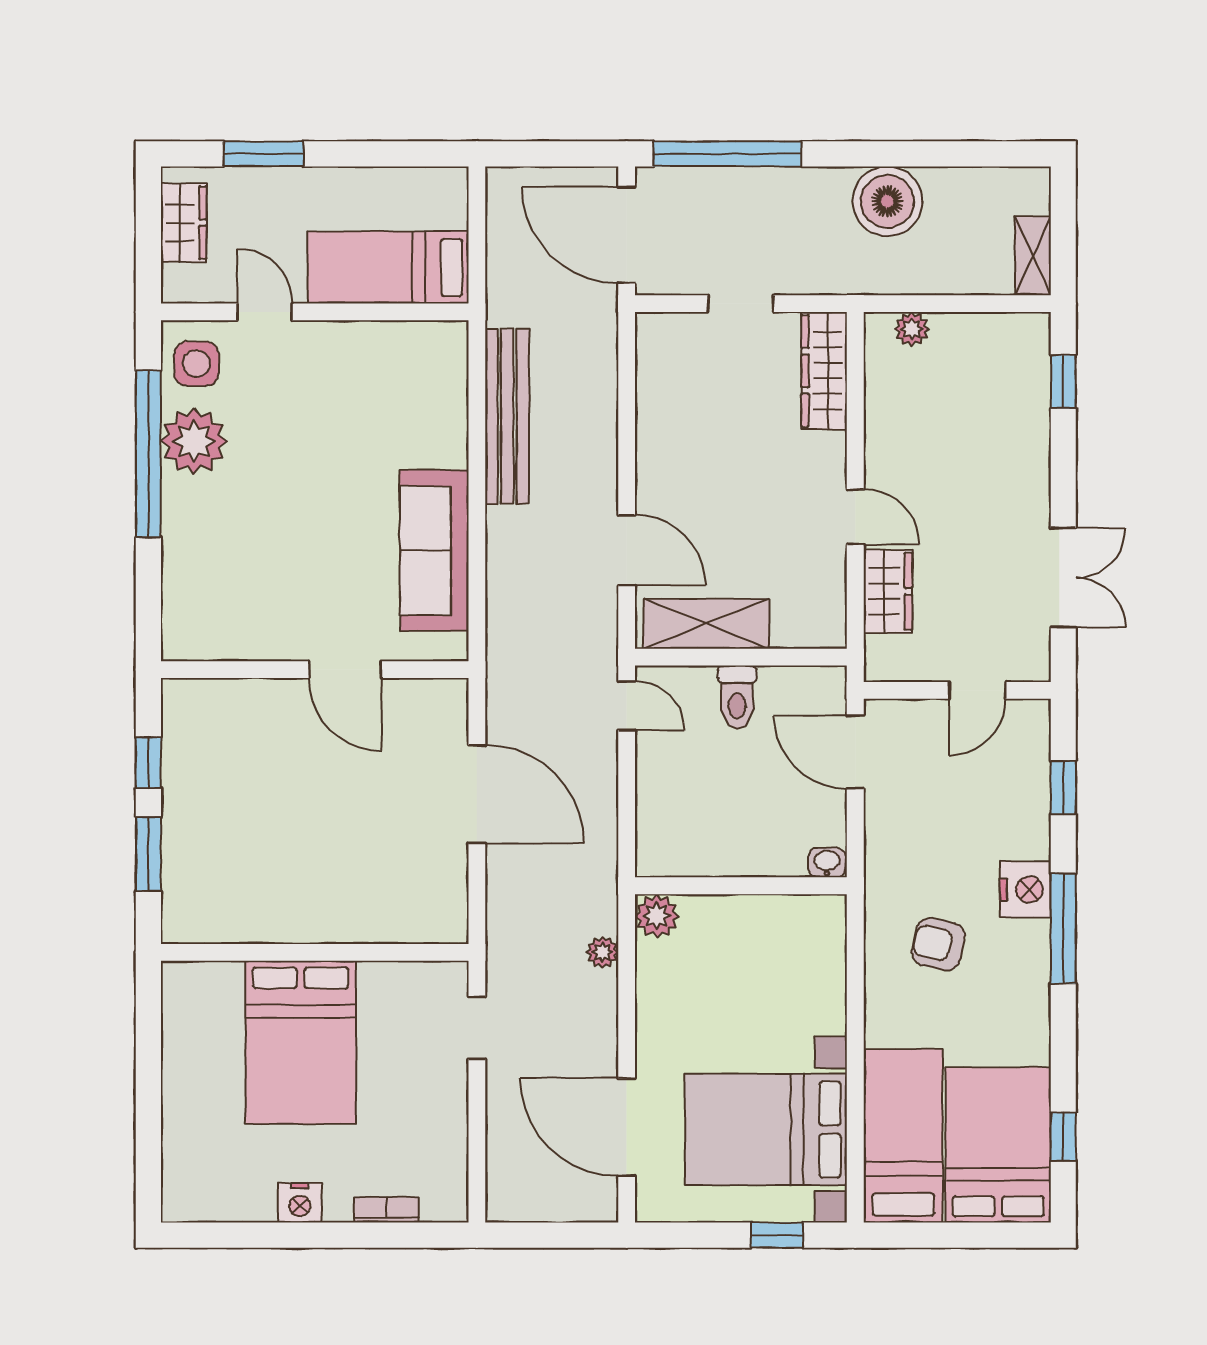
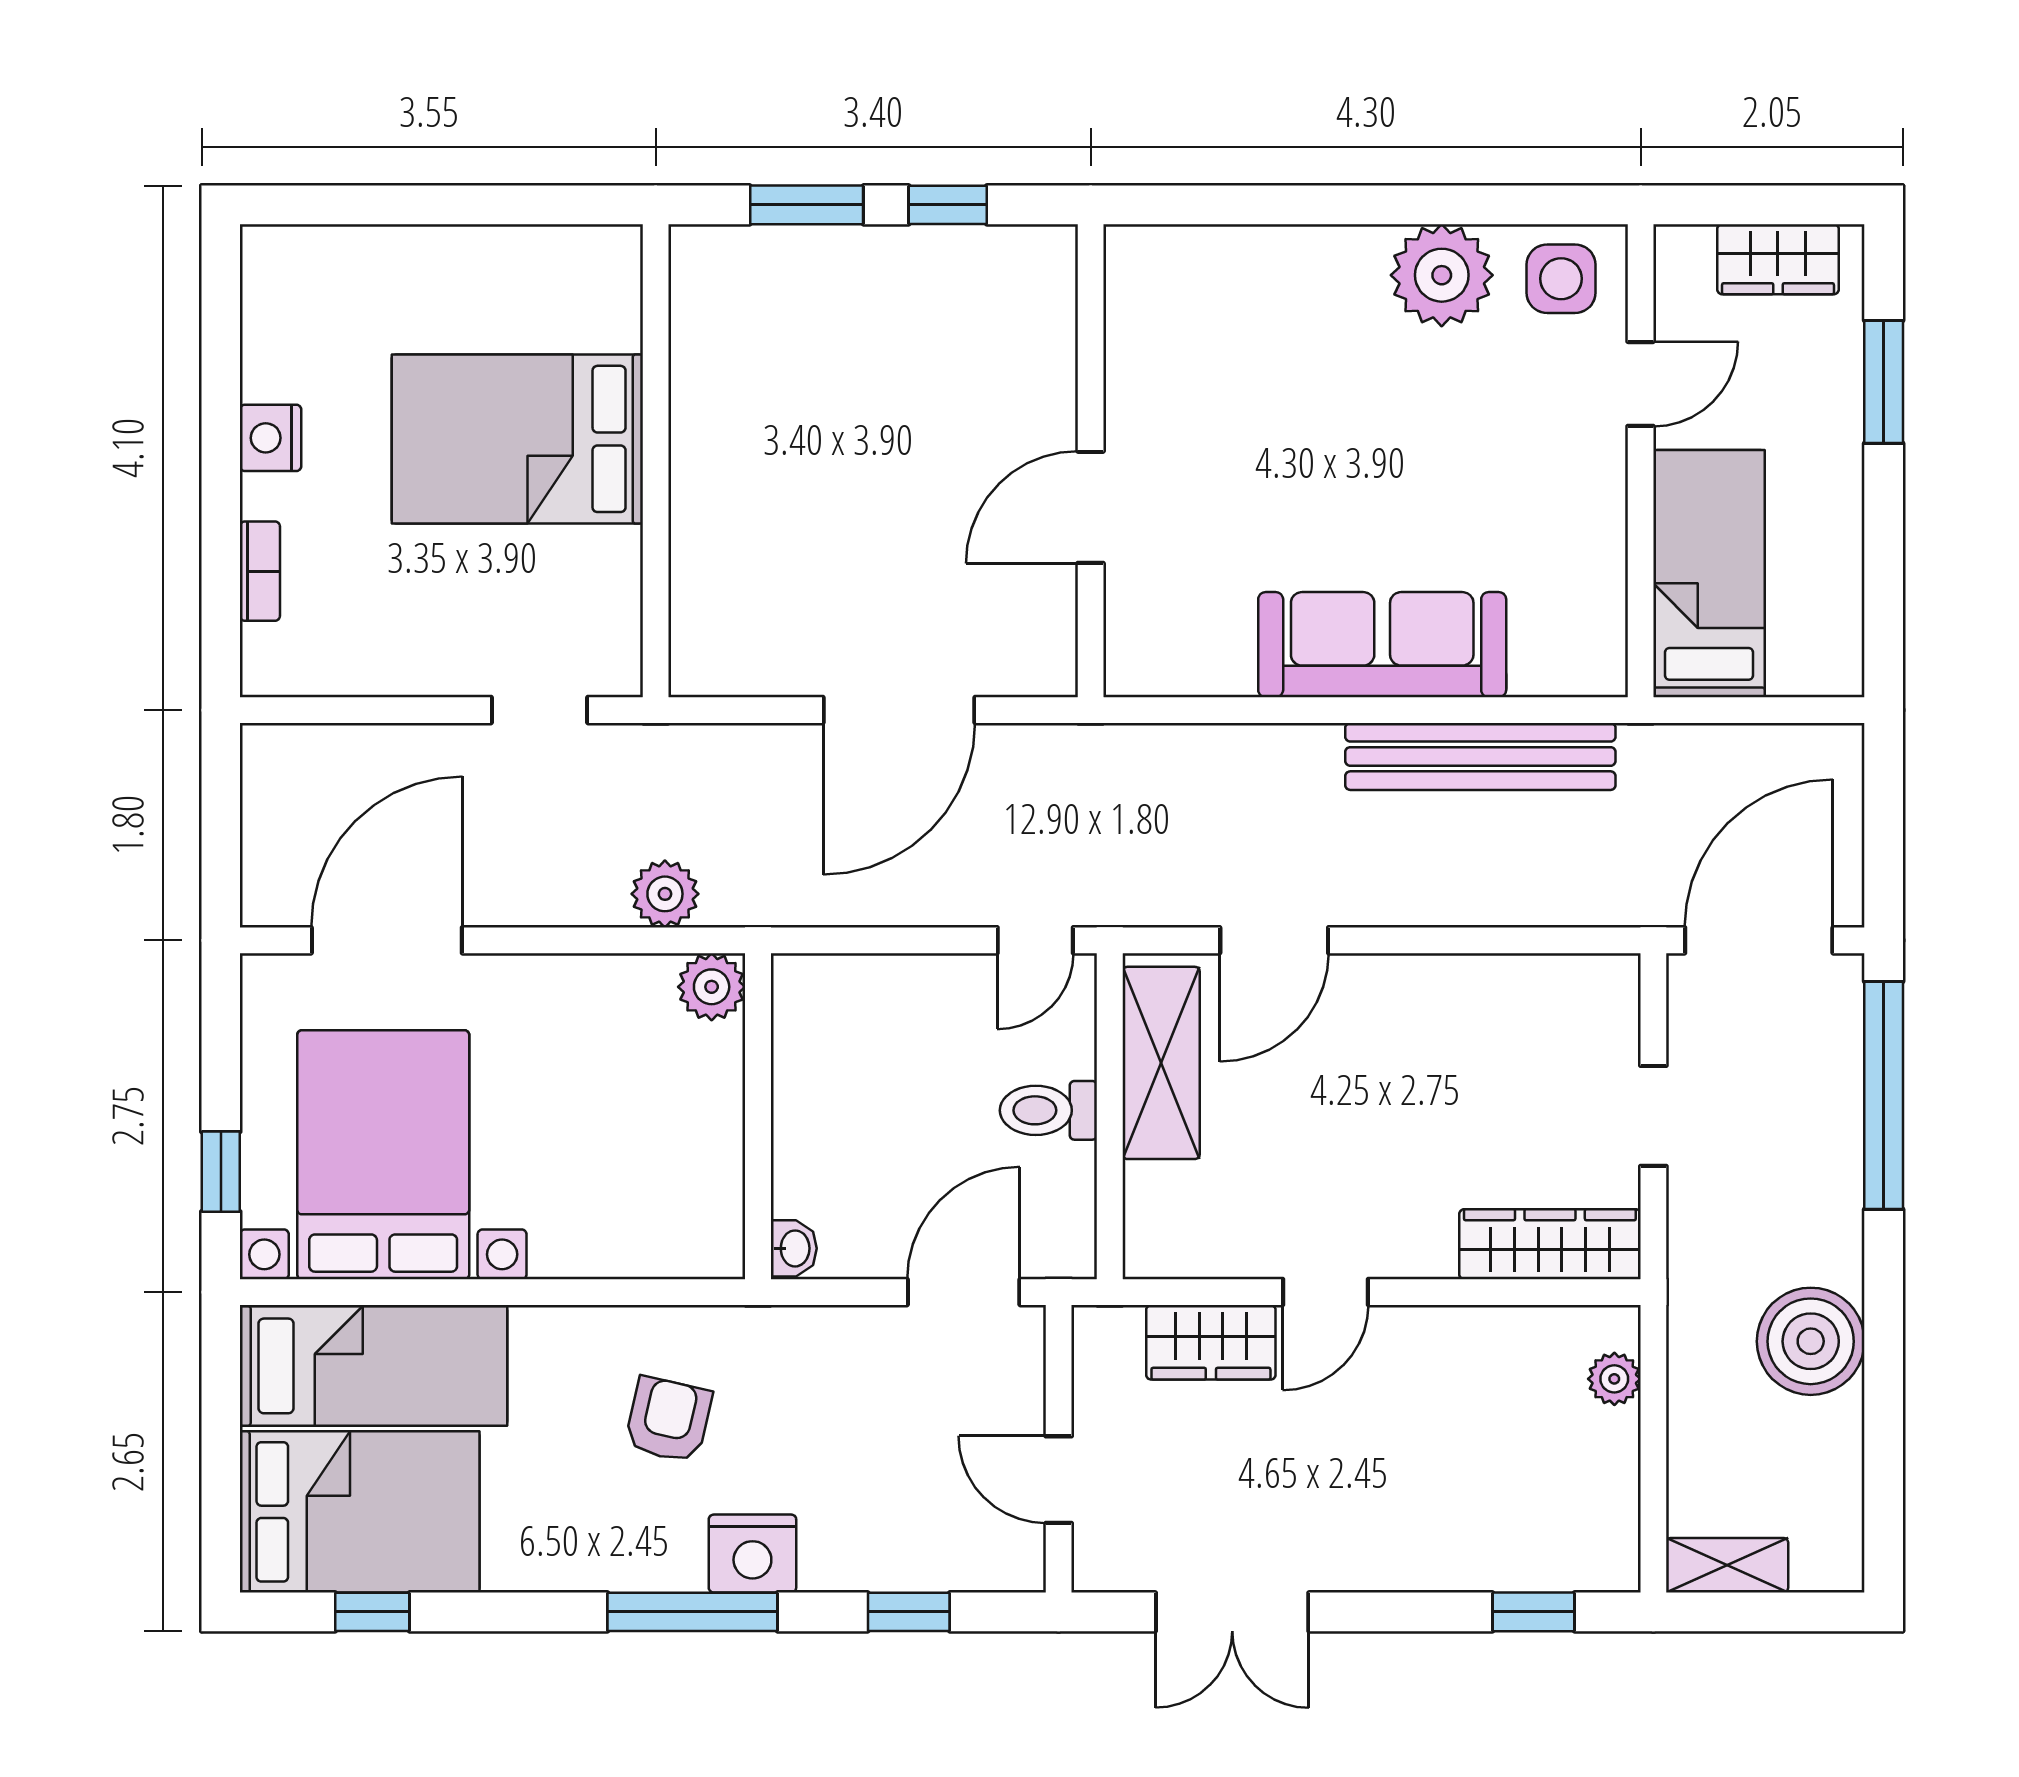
window: (148, 454) -> (1422, 205), removed
sofa: (434, 551) -> (1382, 645), moved
plant: (602, 952) -> (665, 894), width x1.38, depth x1.38

